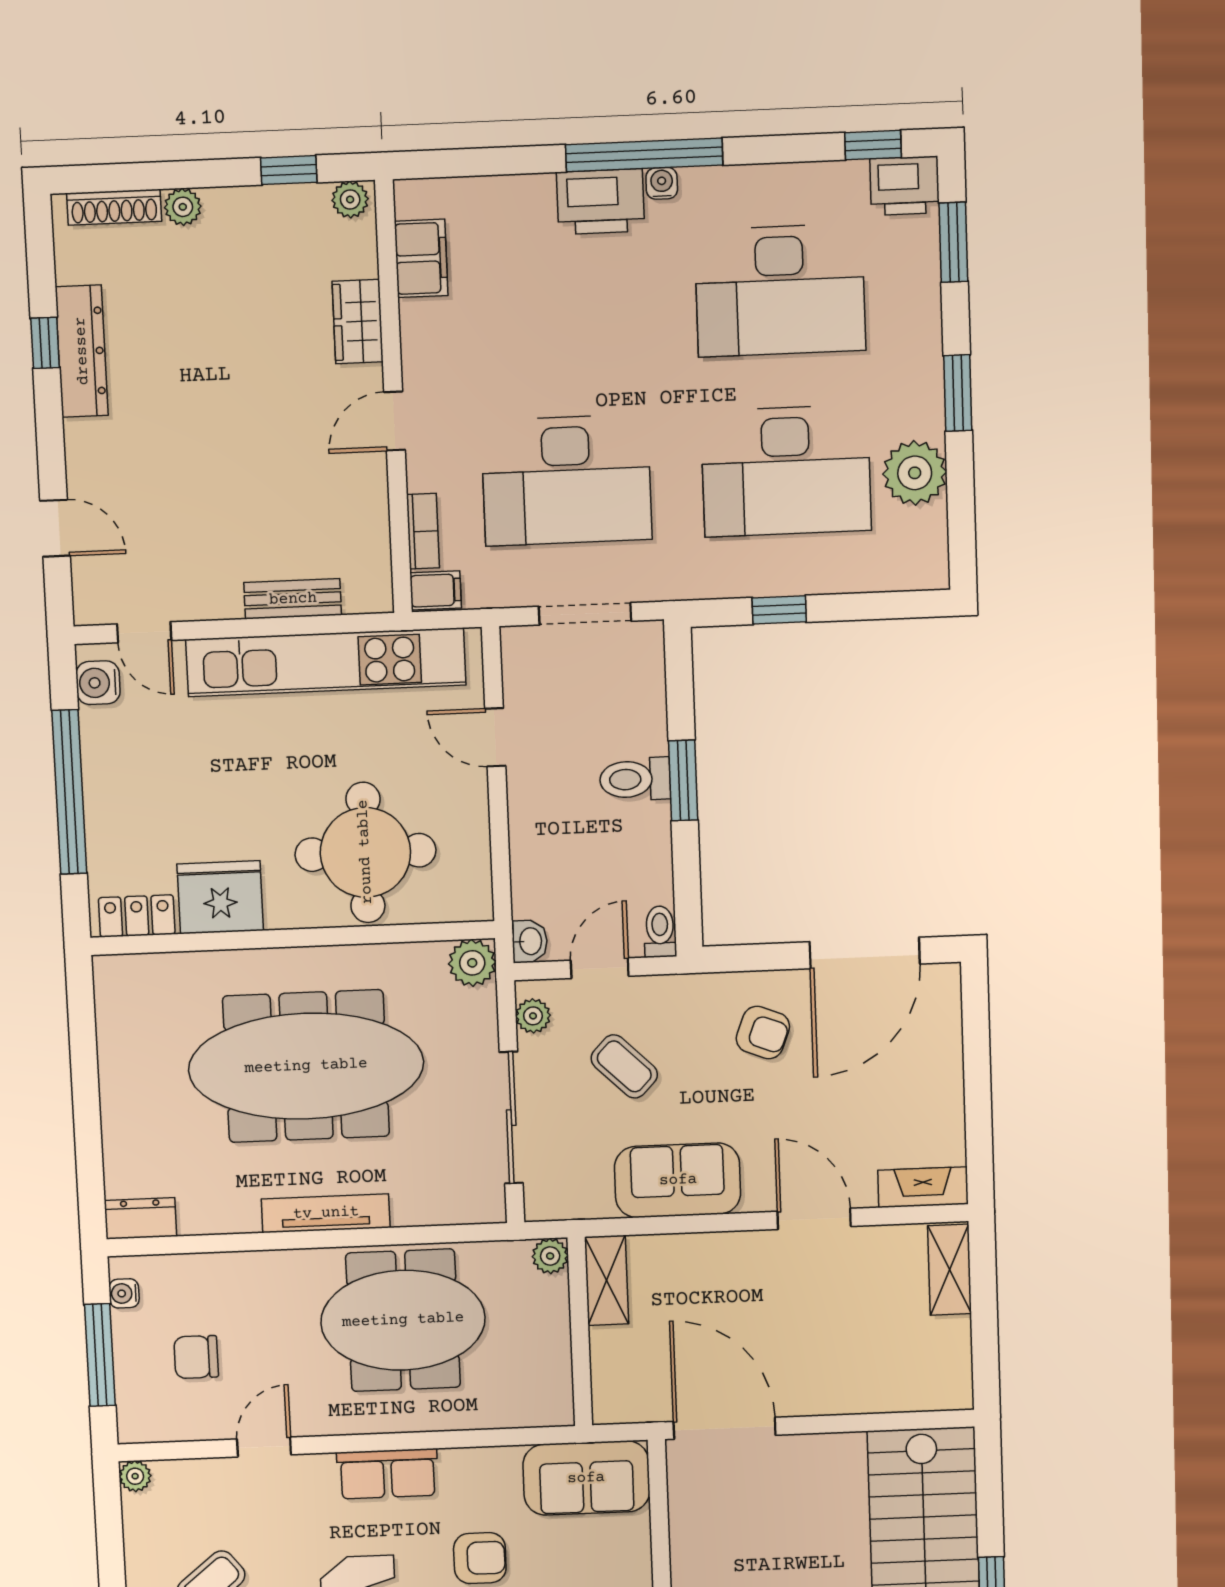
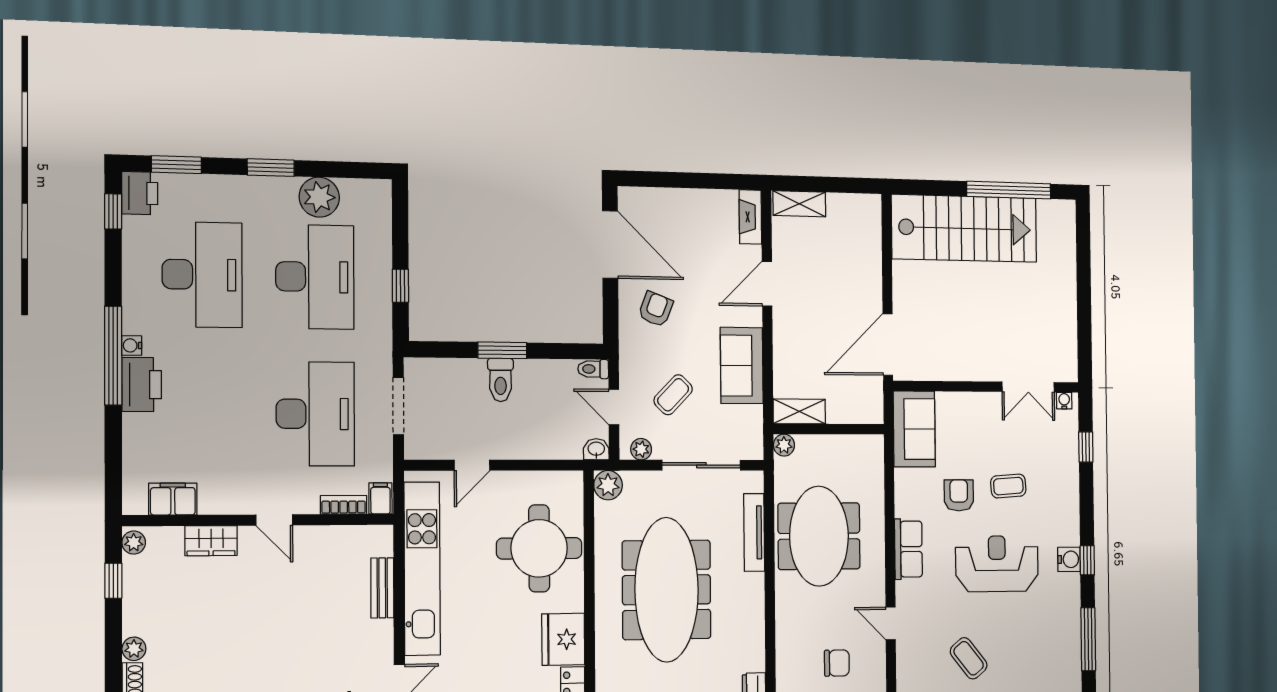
tv unit: (326, 1213) -> (754, 532), moved
chair: (196, 1357) -> (837, 663), turned -90

